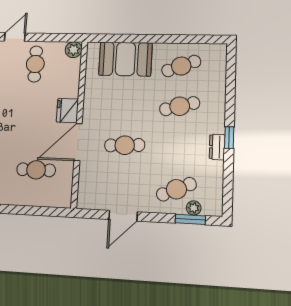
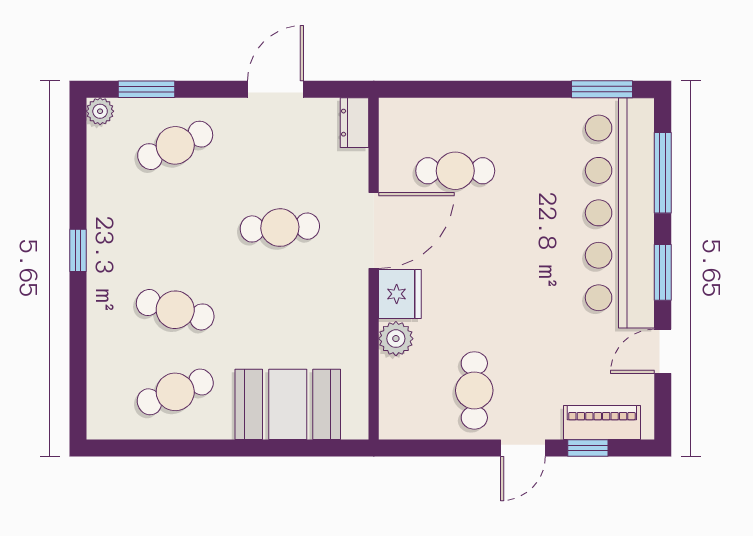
plant: (74, 50) -> (396, 339), moved
cafe table: (180, 106) -> (175, 310), turned 30
dresser: (217, 147) -> (355, 123), moved, turned 180
plant: (194, 208) -> (100, 111), moved

